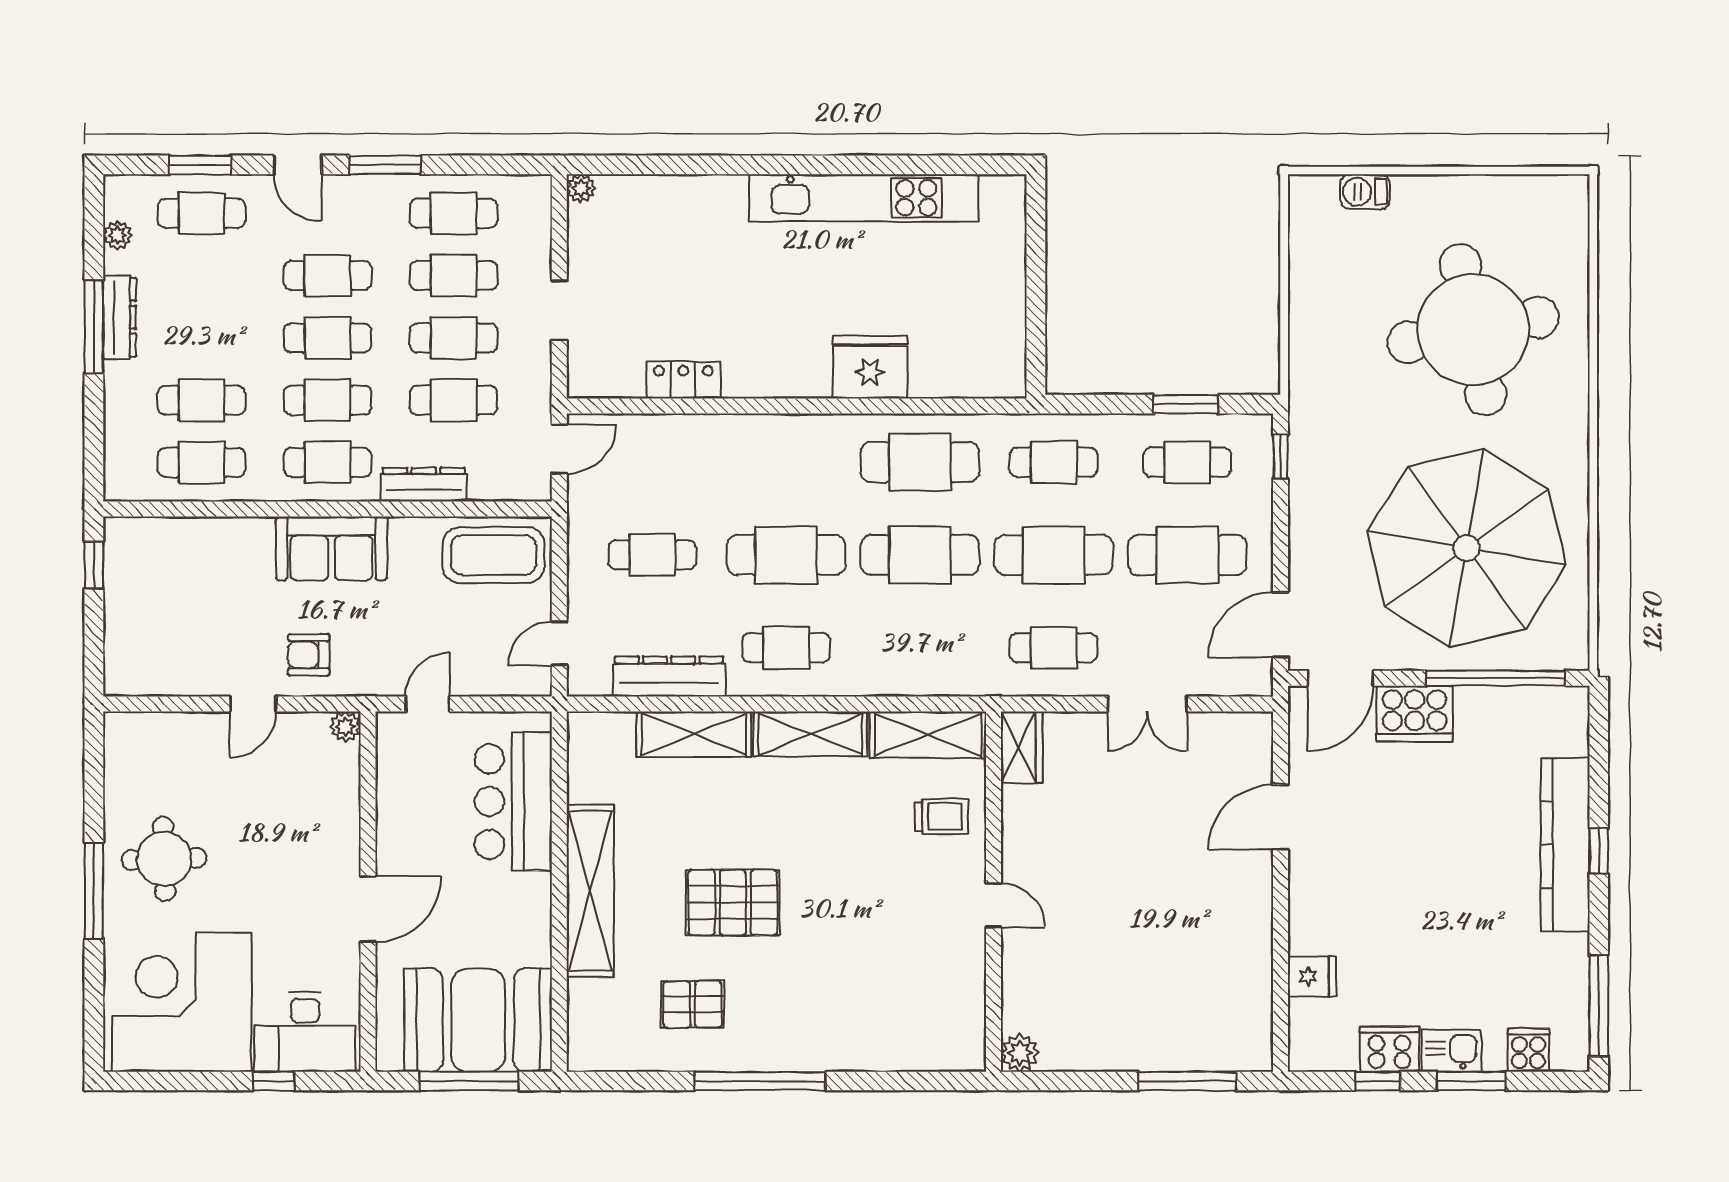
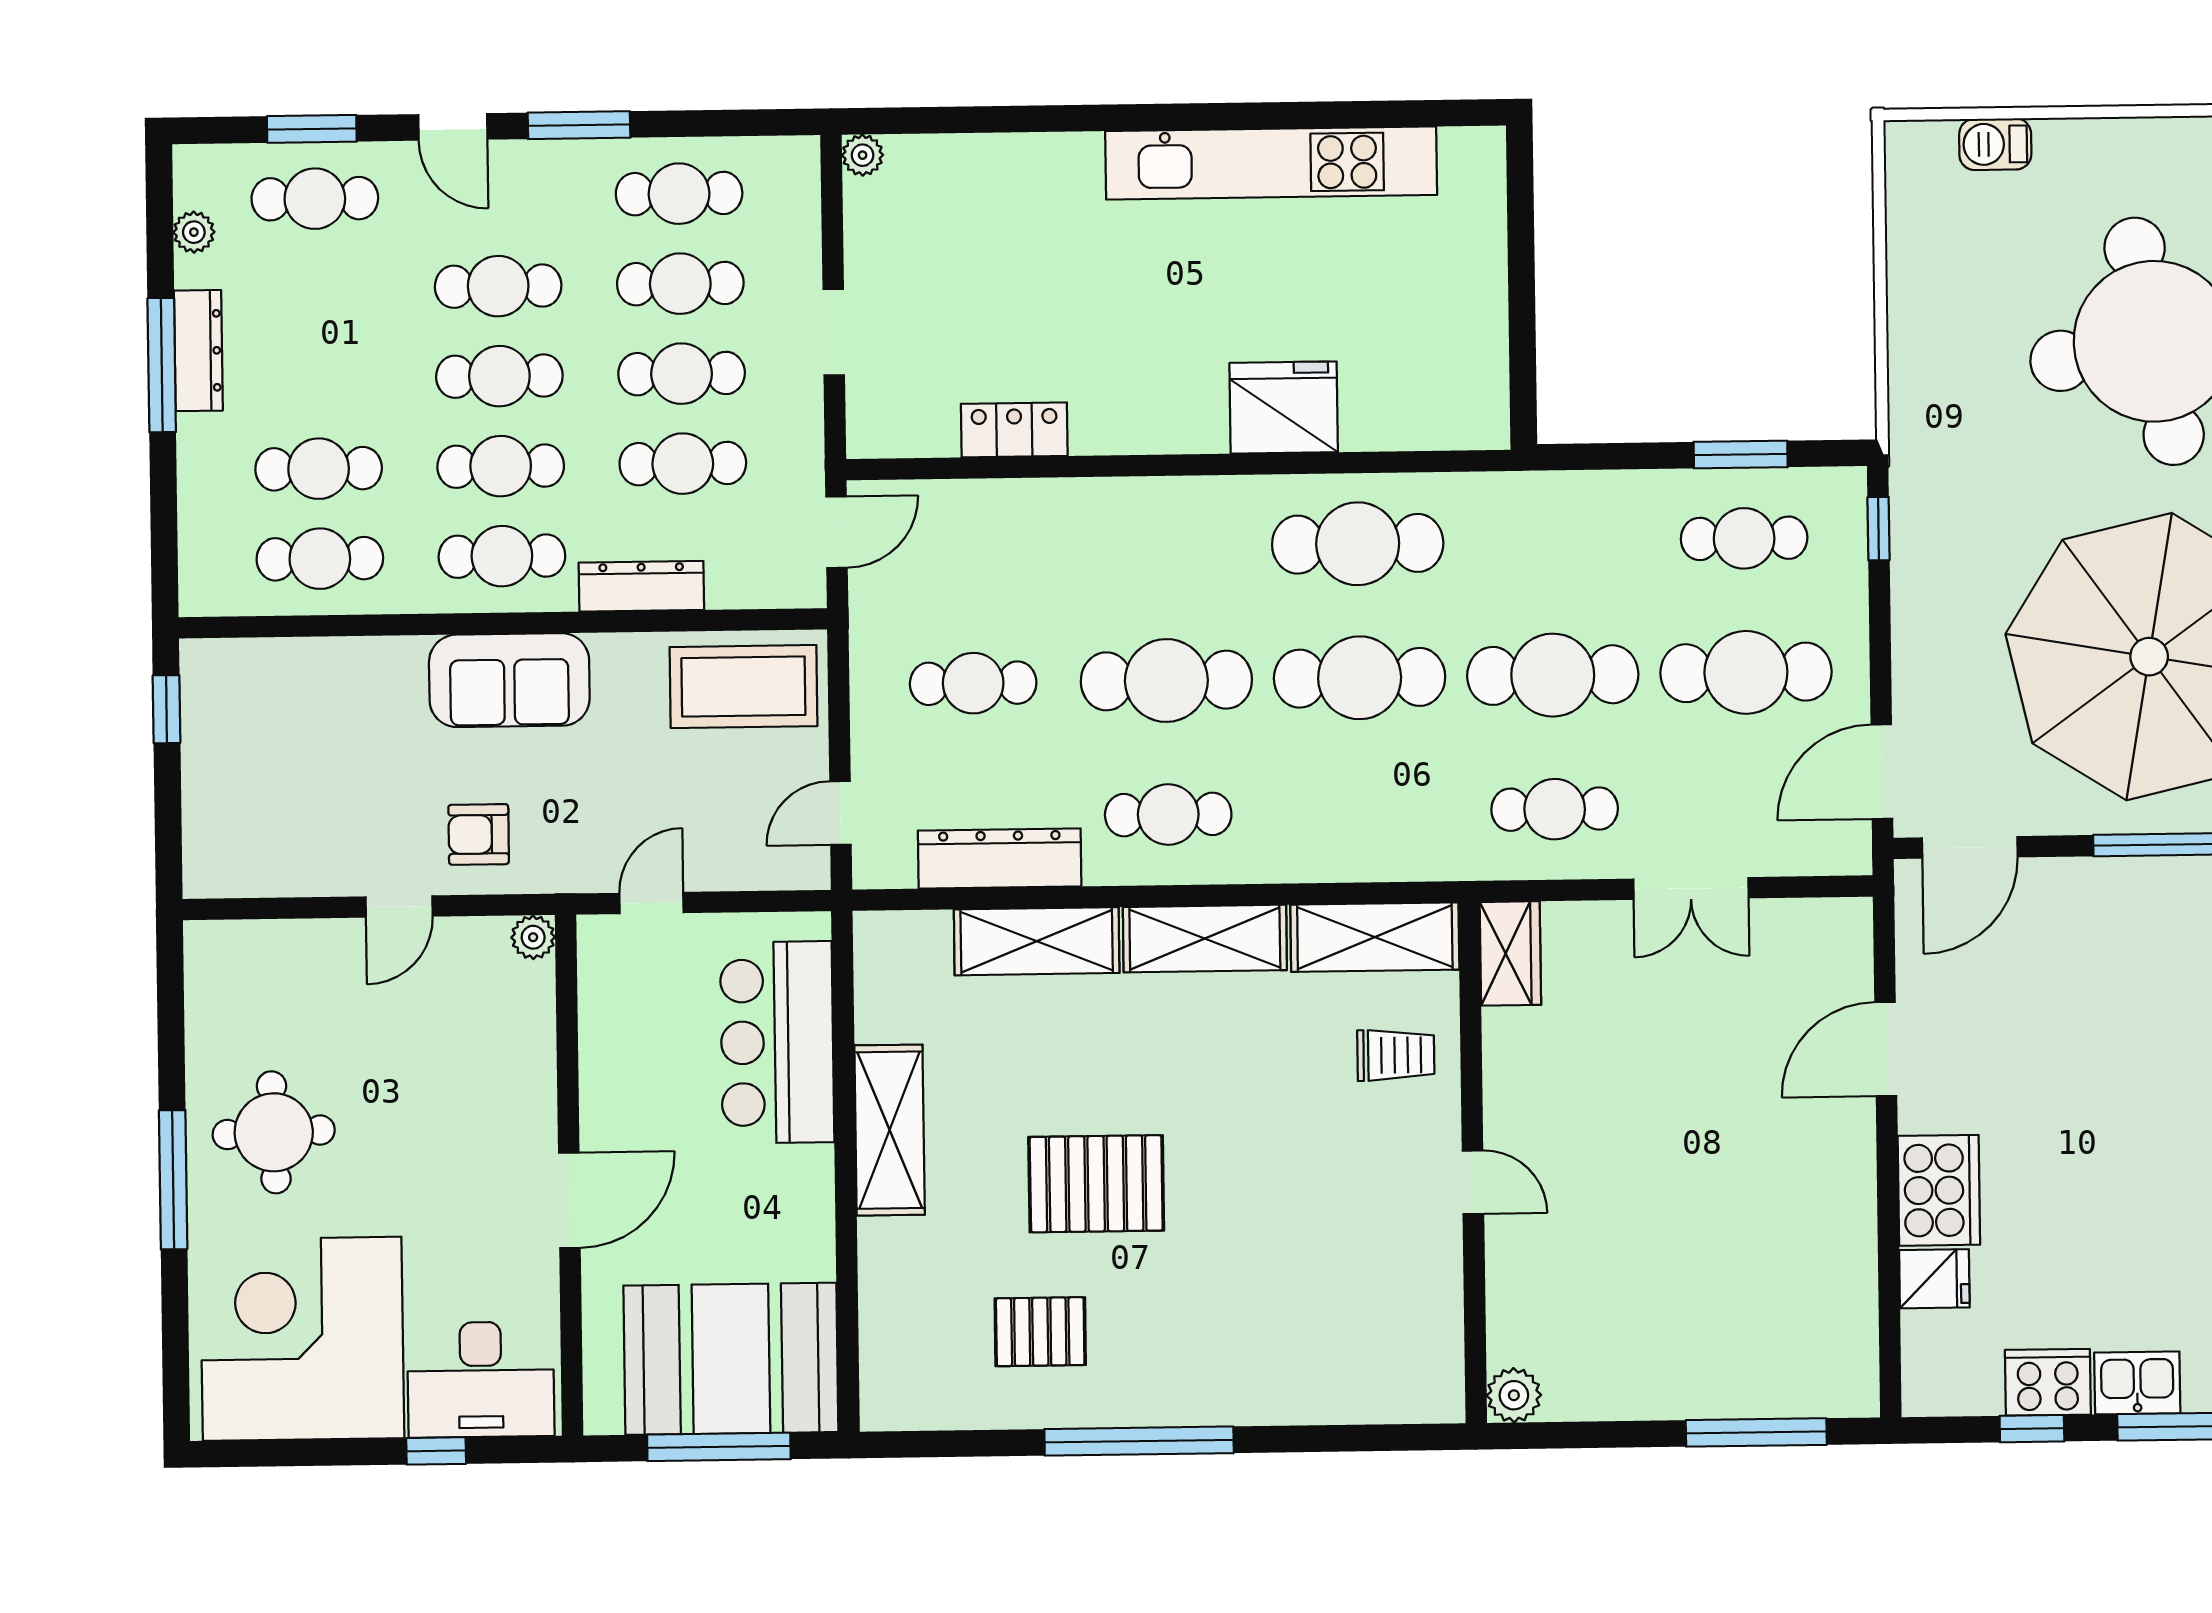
cafe table: (1054, 462) -> (1551, 541), removed
cooker: (1415, 714) -> (1939, 1190), moved, turned -90
shelving: (590, 891) -> (890, 1130), width x0.68

